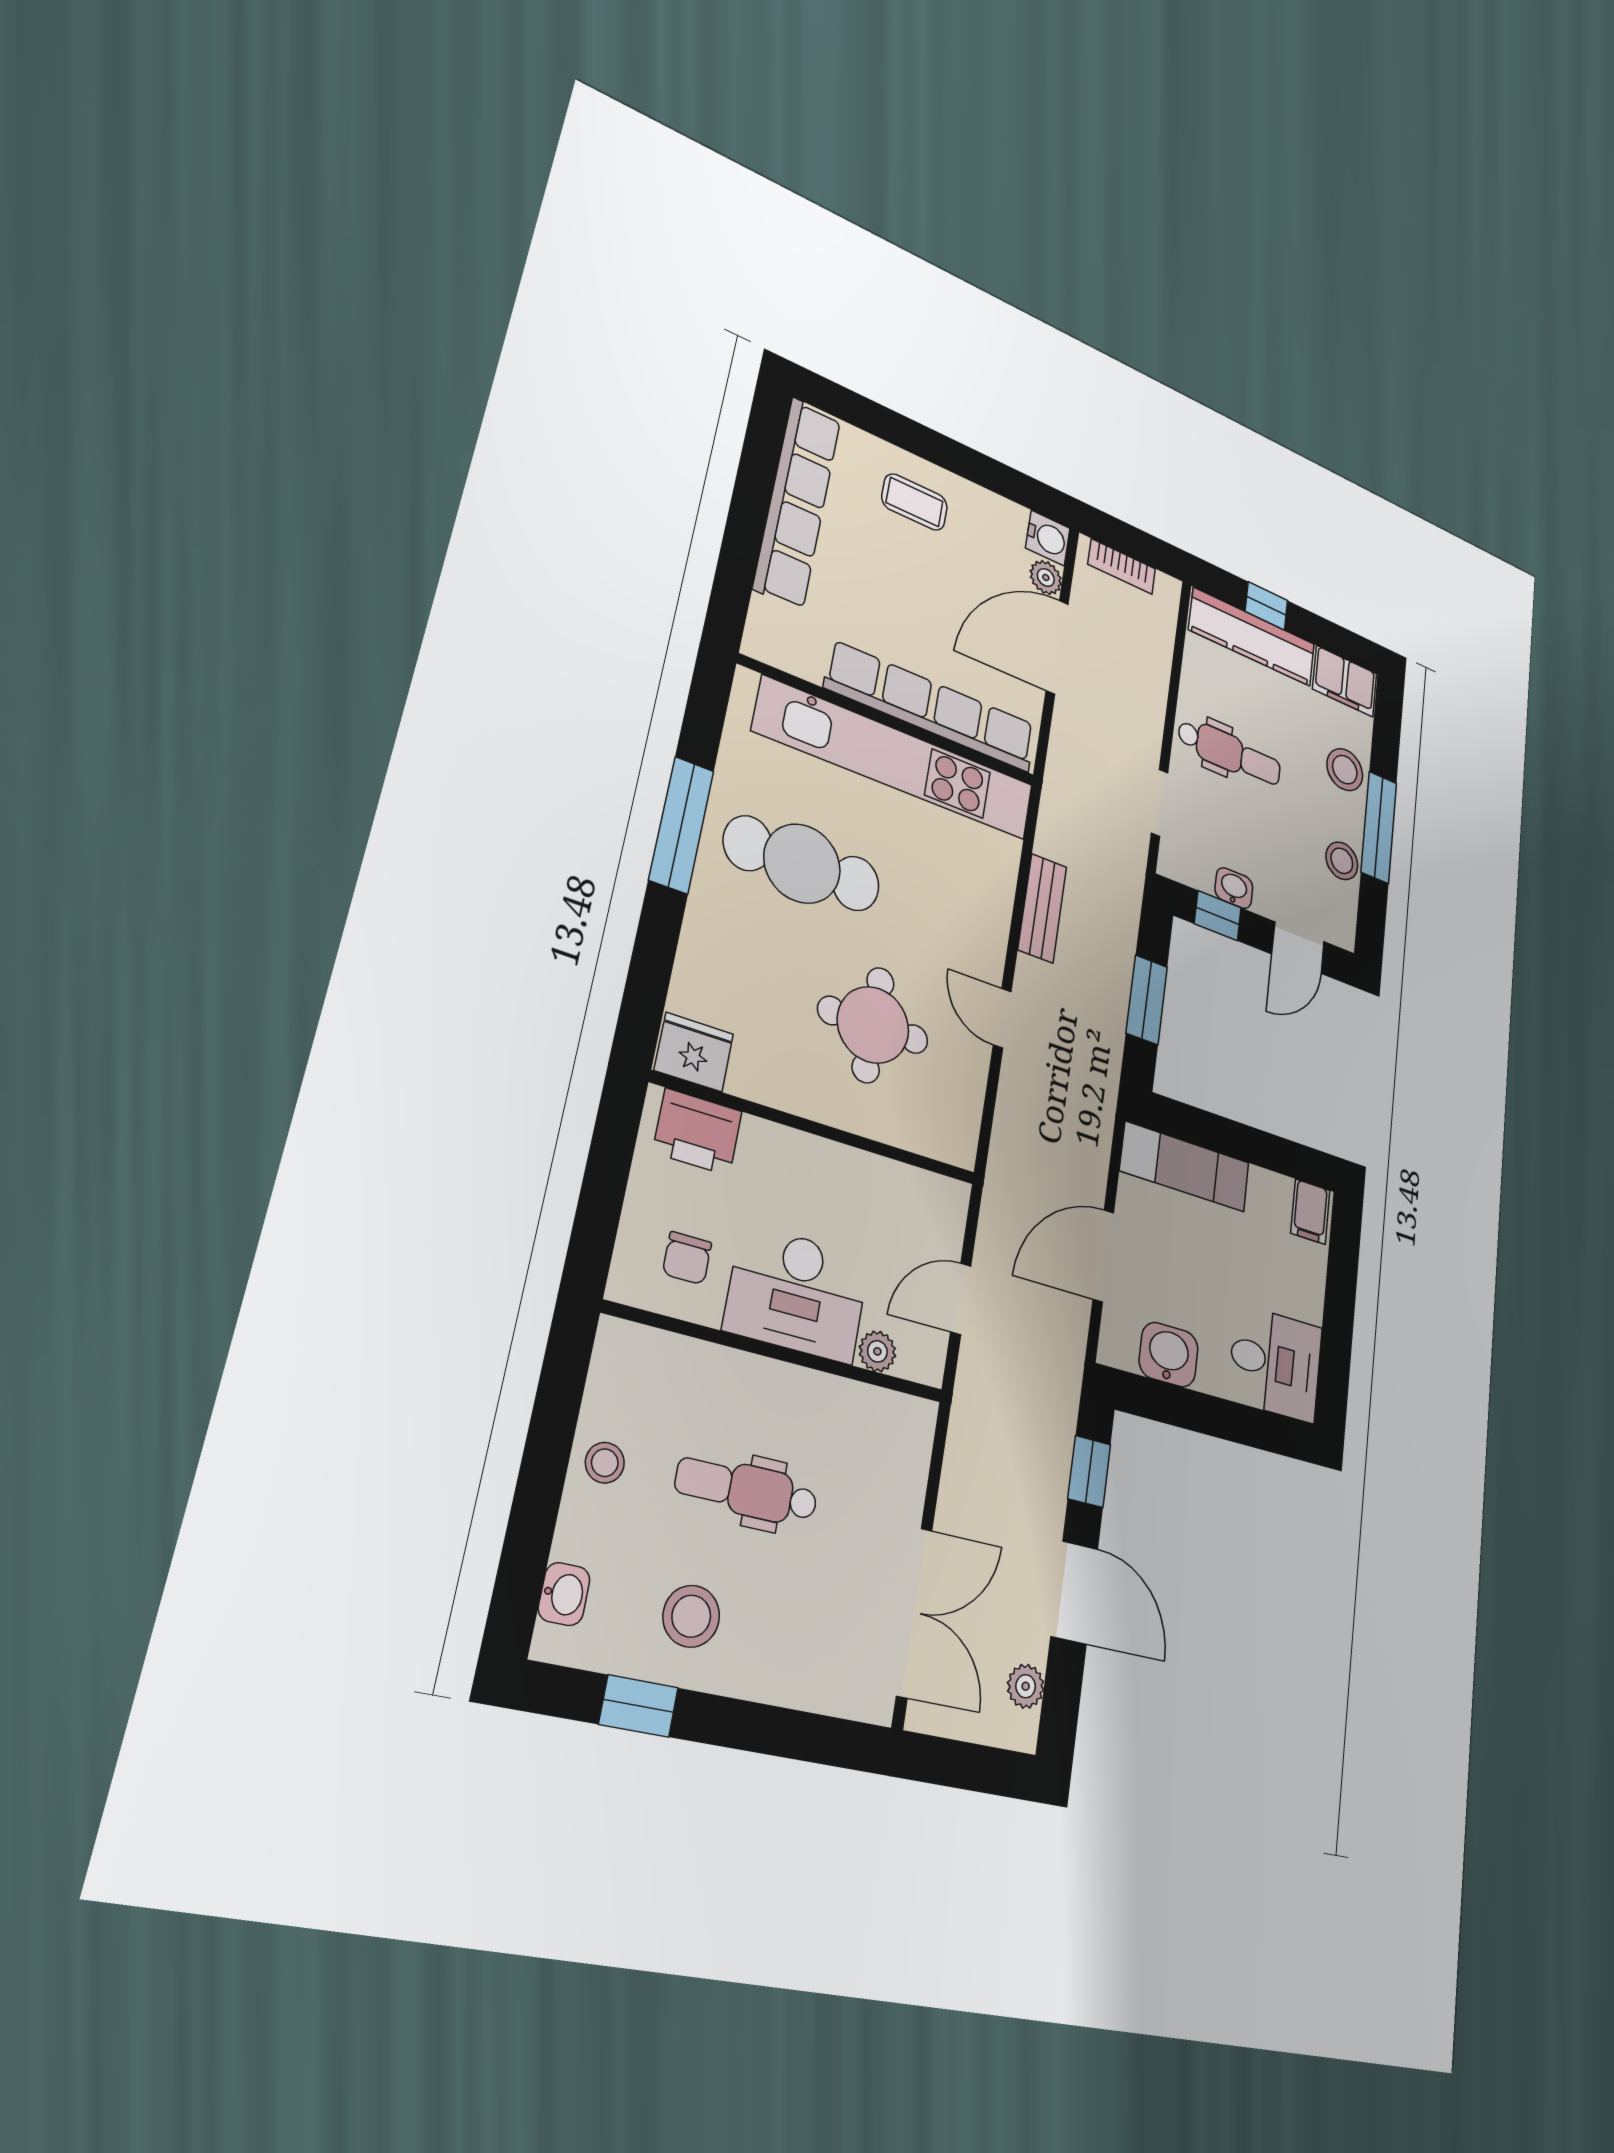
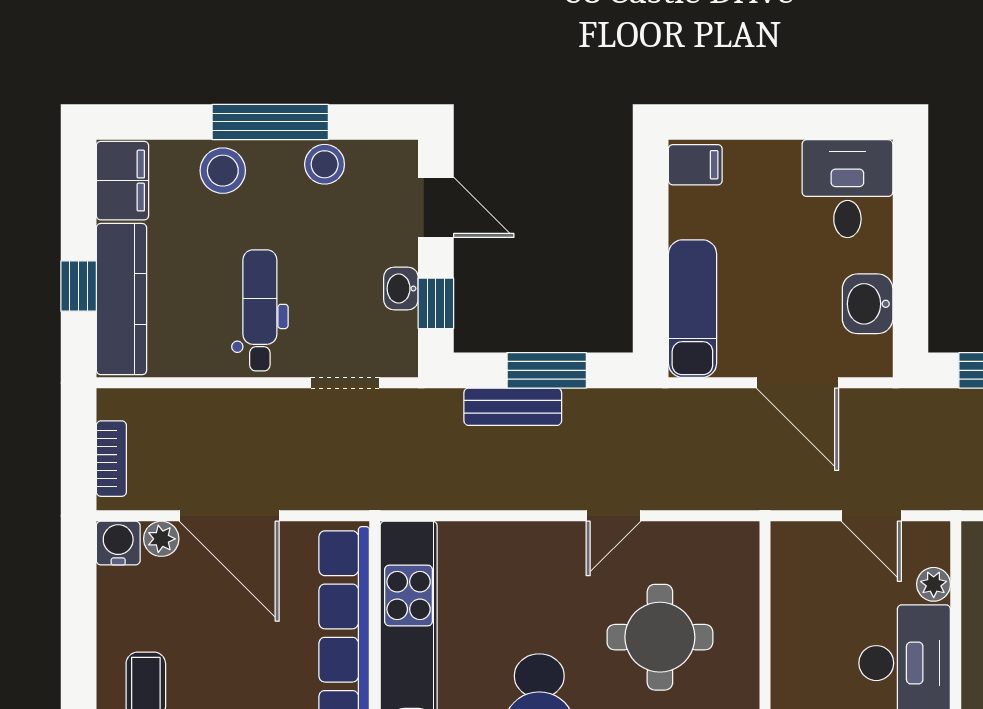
bench: (1042, 908) -> (513, 407), moved

